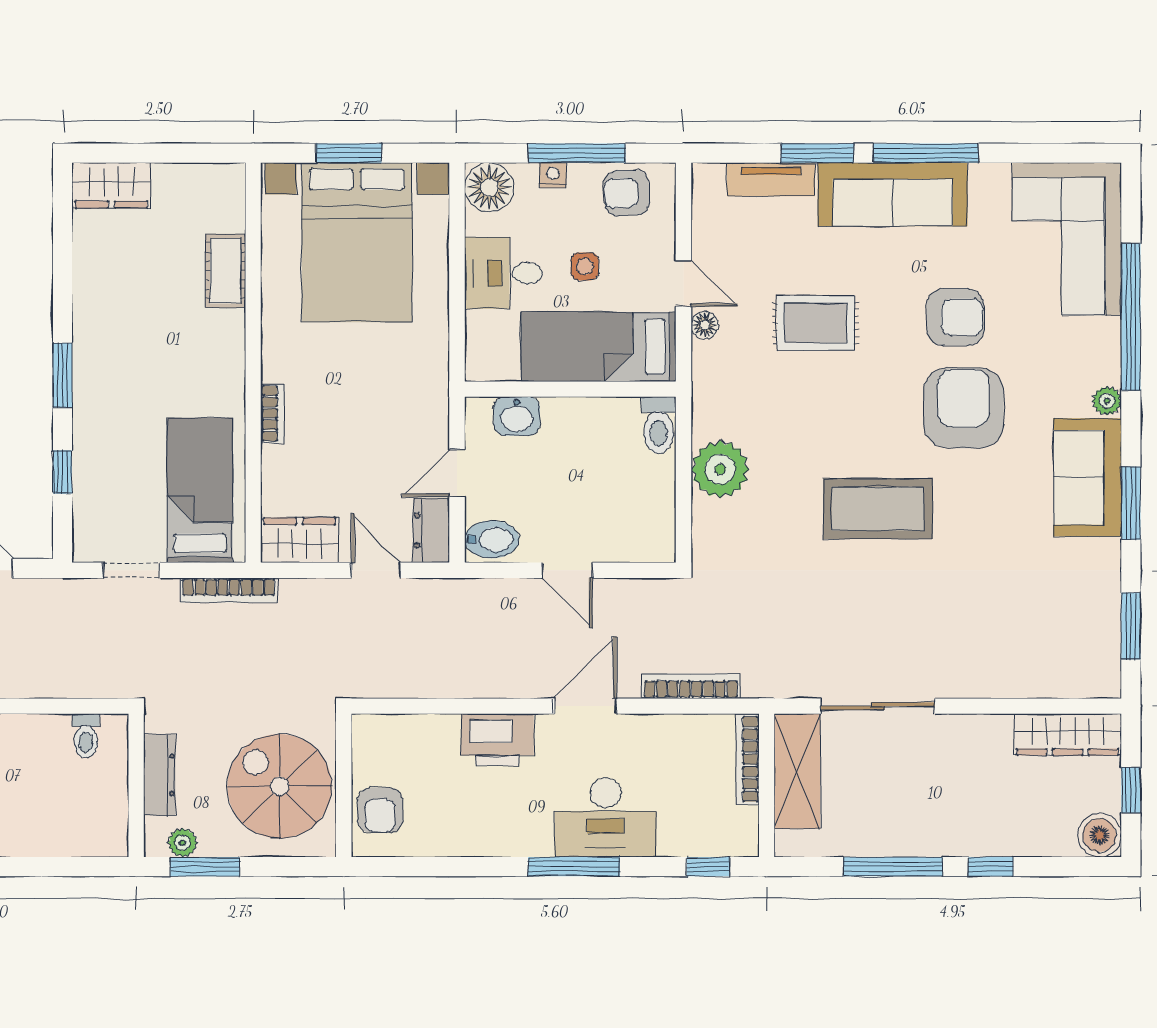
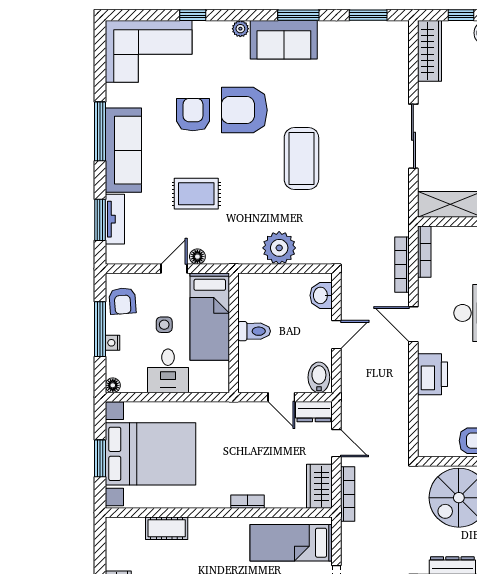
window: (817, 153) -> (100, 220), moved
floor lamp: (489, 187) -> (113, 385), width x0.53, depth x0.53
window: (1131, 317) -> (193, 15), width x0.32
rug: (816, 323) -> (196, 194), turned 90
washbasin: (517, 416) -> (321, 295), moved, turned 180
toilet: (659, 425) -> (254, 331), moved
door: (376, 570) -> (336, 443), swing flipped
bookcase: (229, 590) -> (348, 494), moved
sliding door: (878, 706) -> (413, 136), moved
bookcase: (747, 759) -> (424, 252), moved, turned -90

